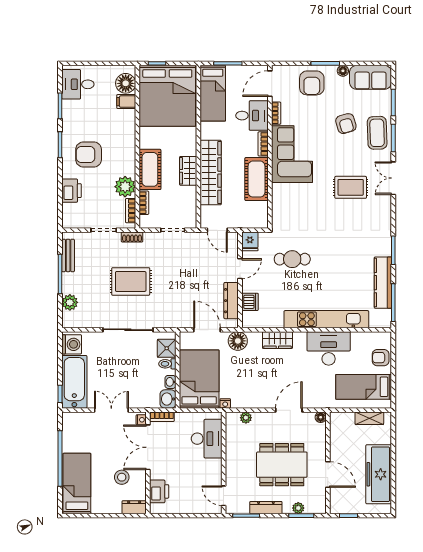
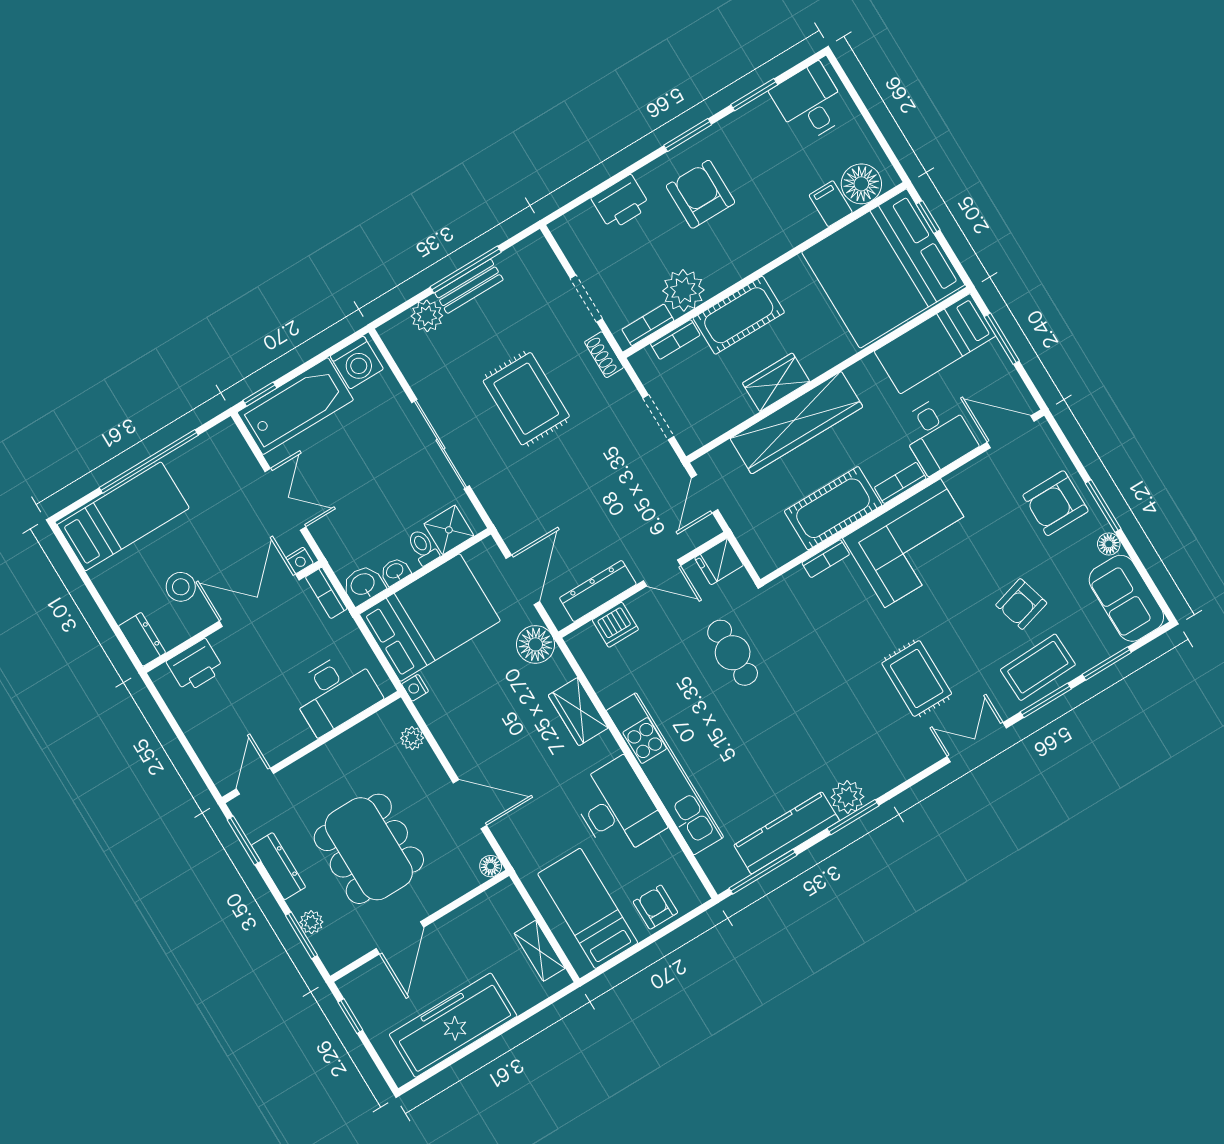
bookcase: (276, 113) -> (826, 559), moved
plant: (383, 247) -> (847, 797), added
bench: (68, 255) -> (469, 286), moved

